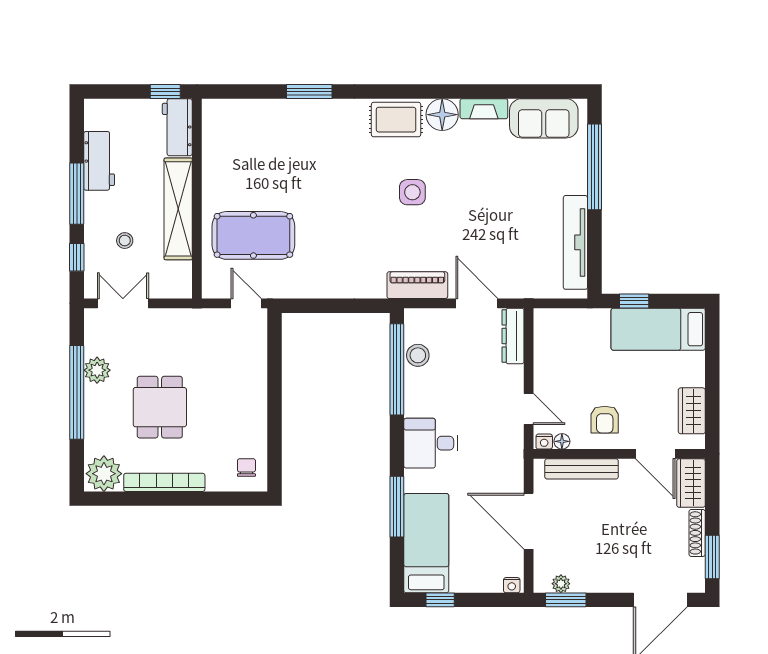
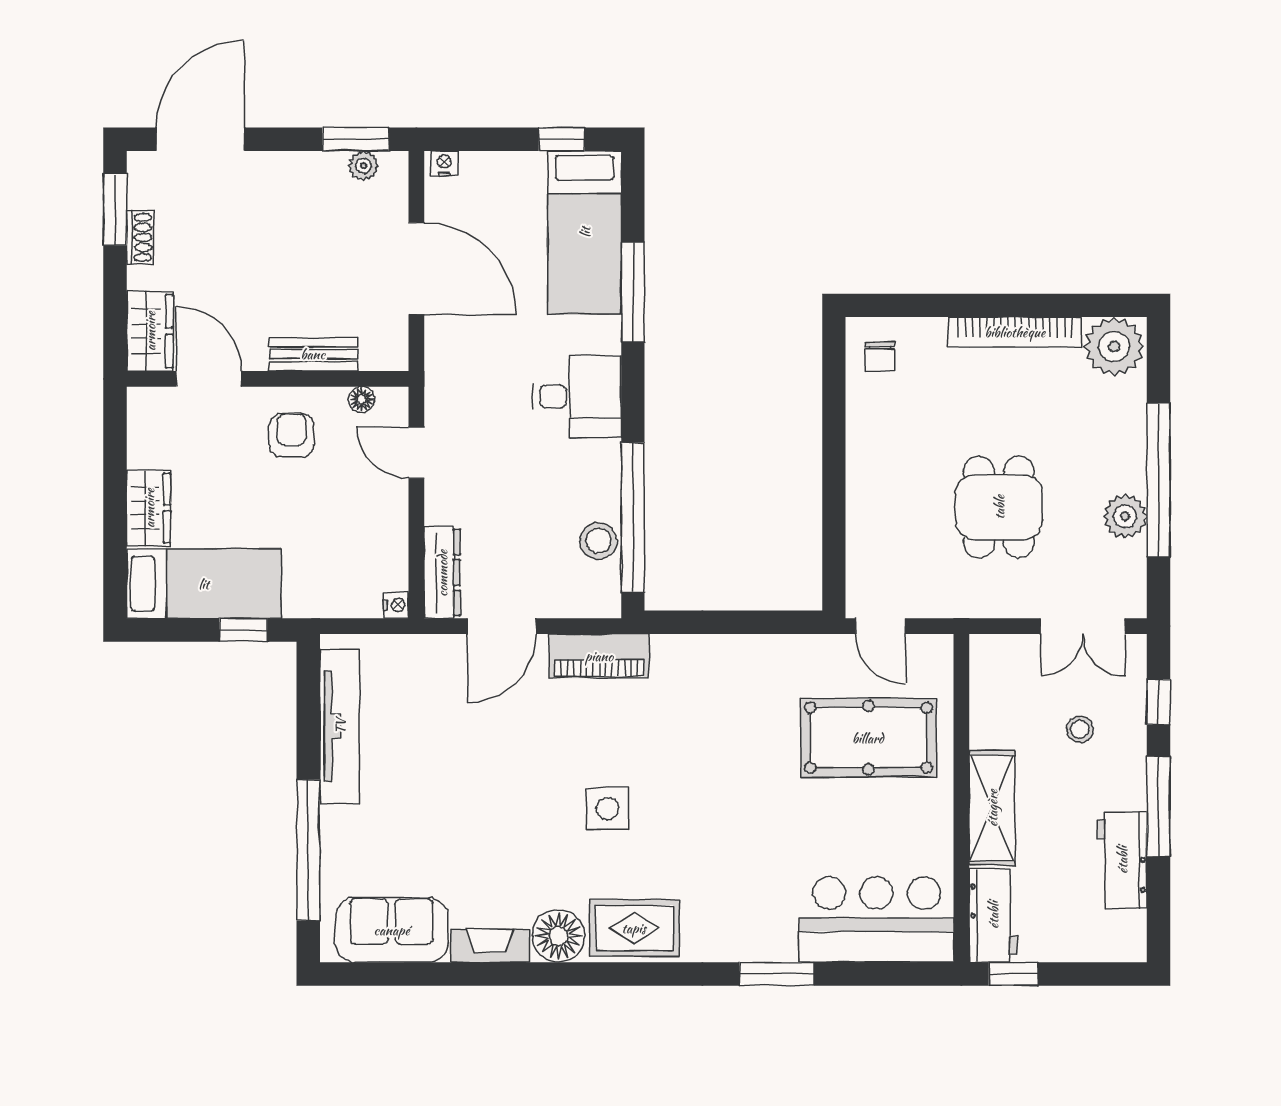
bar counter: (249, 125) -> (876, 919), added
shelving: (178, 209) -> (992, 808), width x0.68
door: (477, 303) -> (502, 626), hinge flipped
dining table: (160, 407) -> (999, 507), moved
wardrobe: (692, 411) -> (149, 508), moved
nightstand: (544, 442) -> (396, 605), moved, turned 90
bench: (582, 469) -> (313, 354), width x0.73
shoe rack: (697, 533) -> (140, 237), width x0.70

